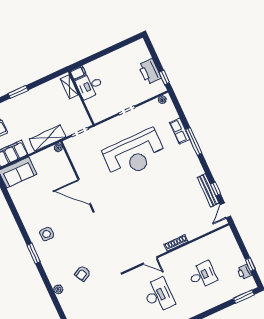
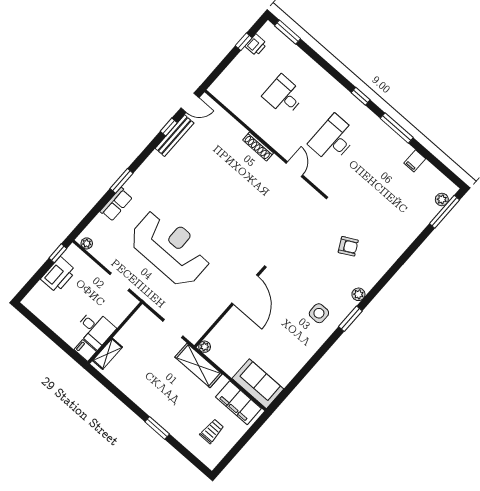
filing cabinet: (78, 73) -> (85, 351), moved
desk: (90, 86) -> (95, 329), moved
shelving: (69, 87) -> (108, 354), moved
wall: (81, 98) -> (115, 333), moved
window: (194, 141) -> (121, 181), width x0.69
plant: (58, 289) -> (358, 294), moved

